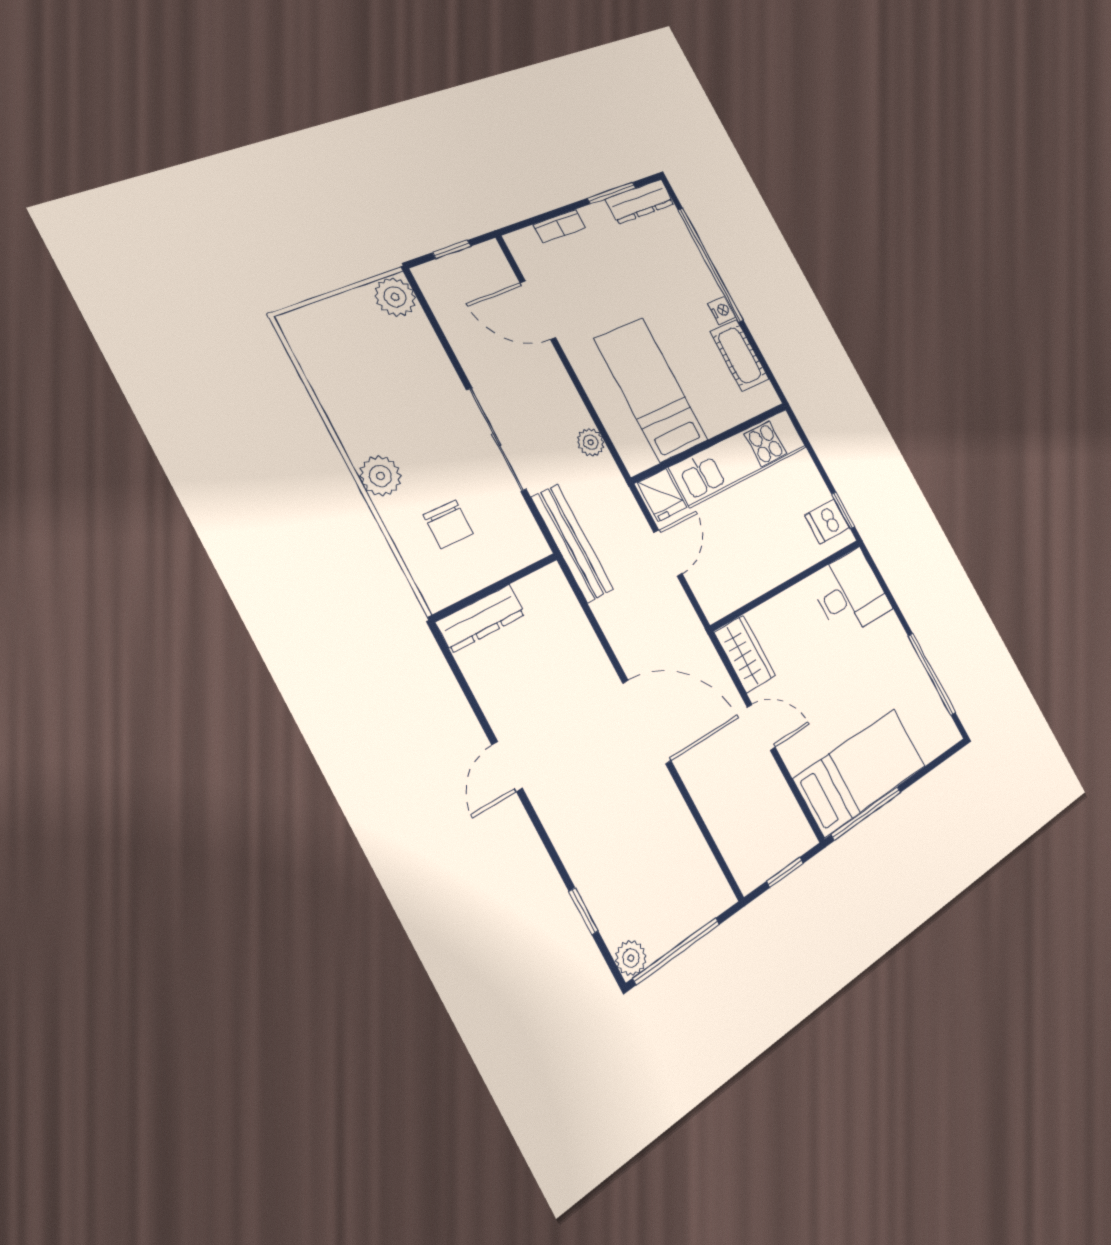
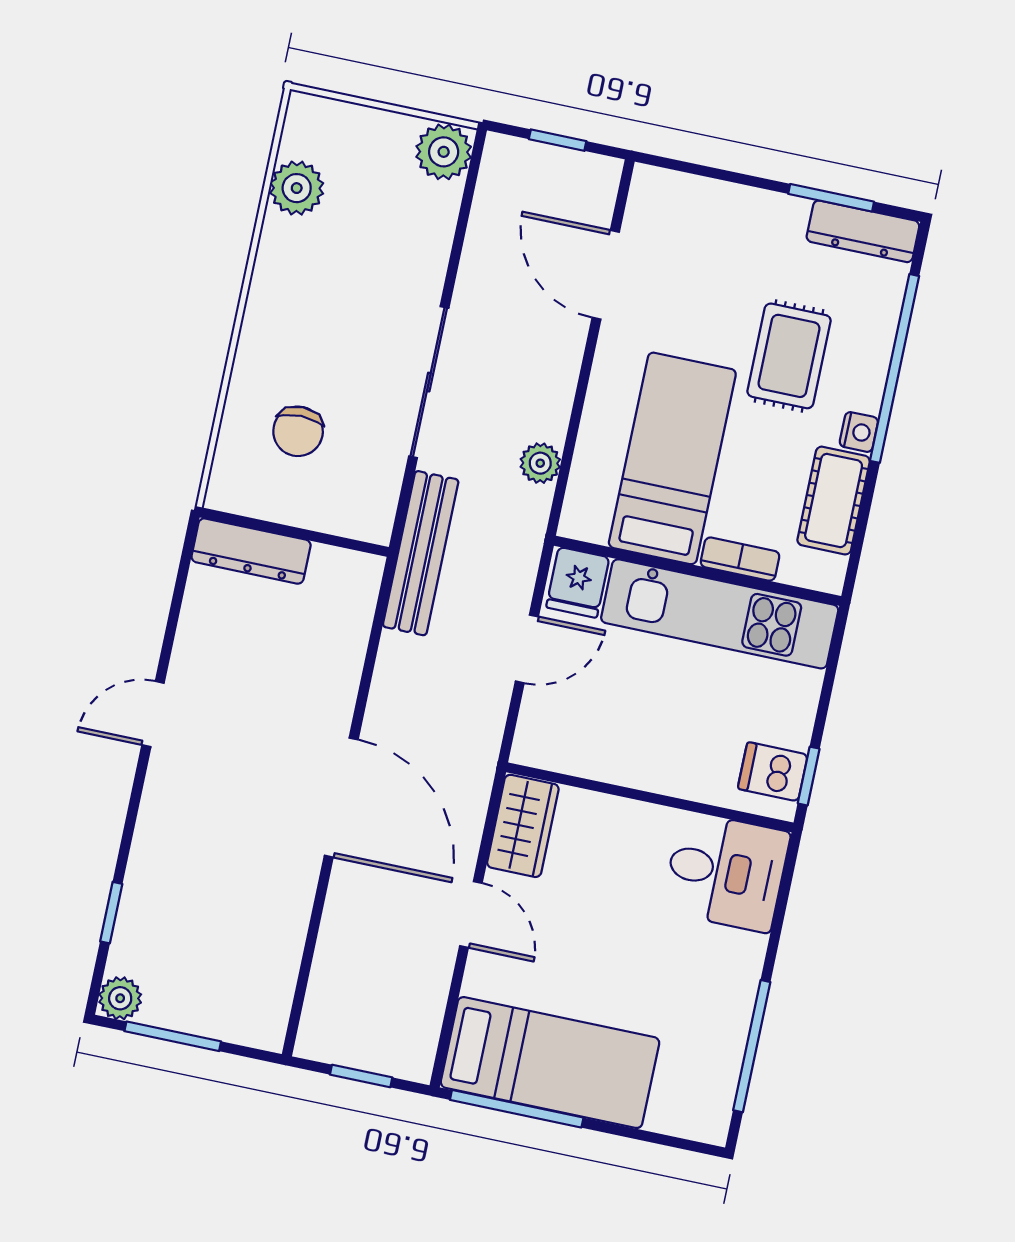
bookcase: (559, 226) -> (740, 559), moved, turned 180
rug: (660, 293) -> (789, 356), added
plant: (380, 476) -> (297, 188), moved
window: (677, 951) -> (173, 1036), width x0.69

